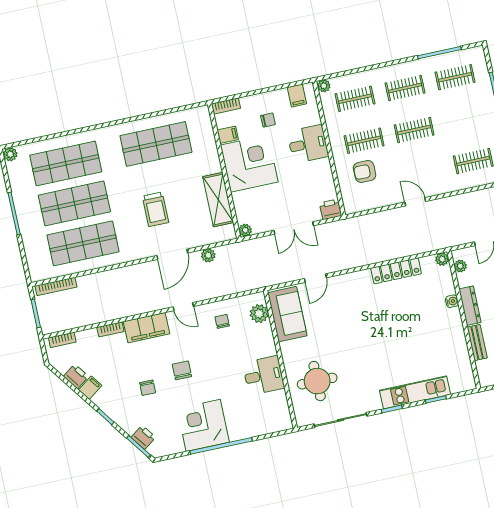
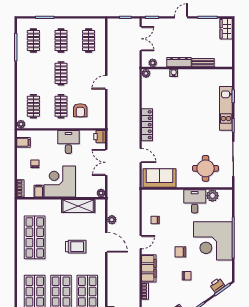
clothes rail: (405, 88) -> (61, 40), moved
desk: (308, 144) -> (68, 142), moved
double door: (294, 228) -> (106, 162), swing flipped
locker: (396, 271) -> (147, 125), moved
plant: (259, 314) -> (212, 196), moved
corner desk: (203, 425) -> (213, 241), width x1.36, depth x1.36

